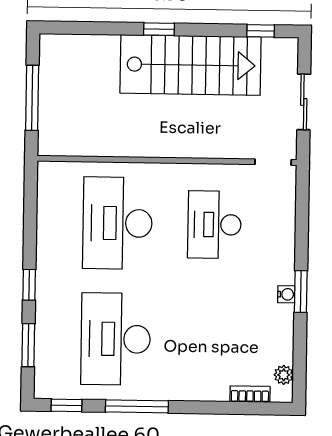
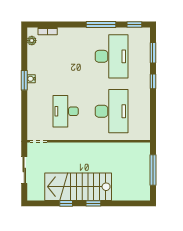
window: (261, 31) -> (66, 203), moved
desk: (214, 225) -> (66, 111), turned 180

